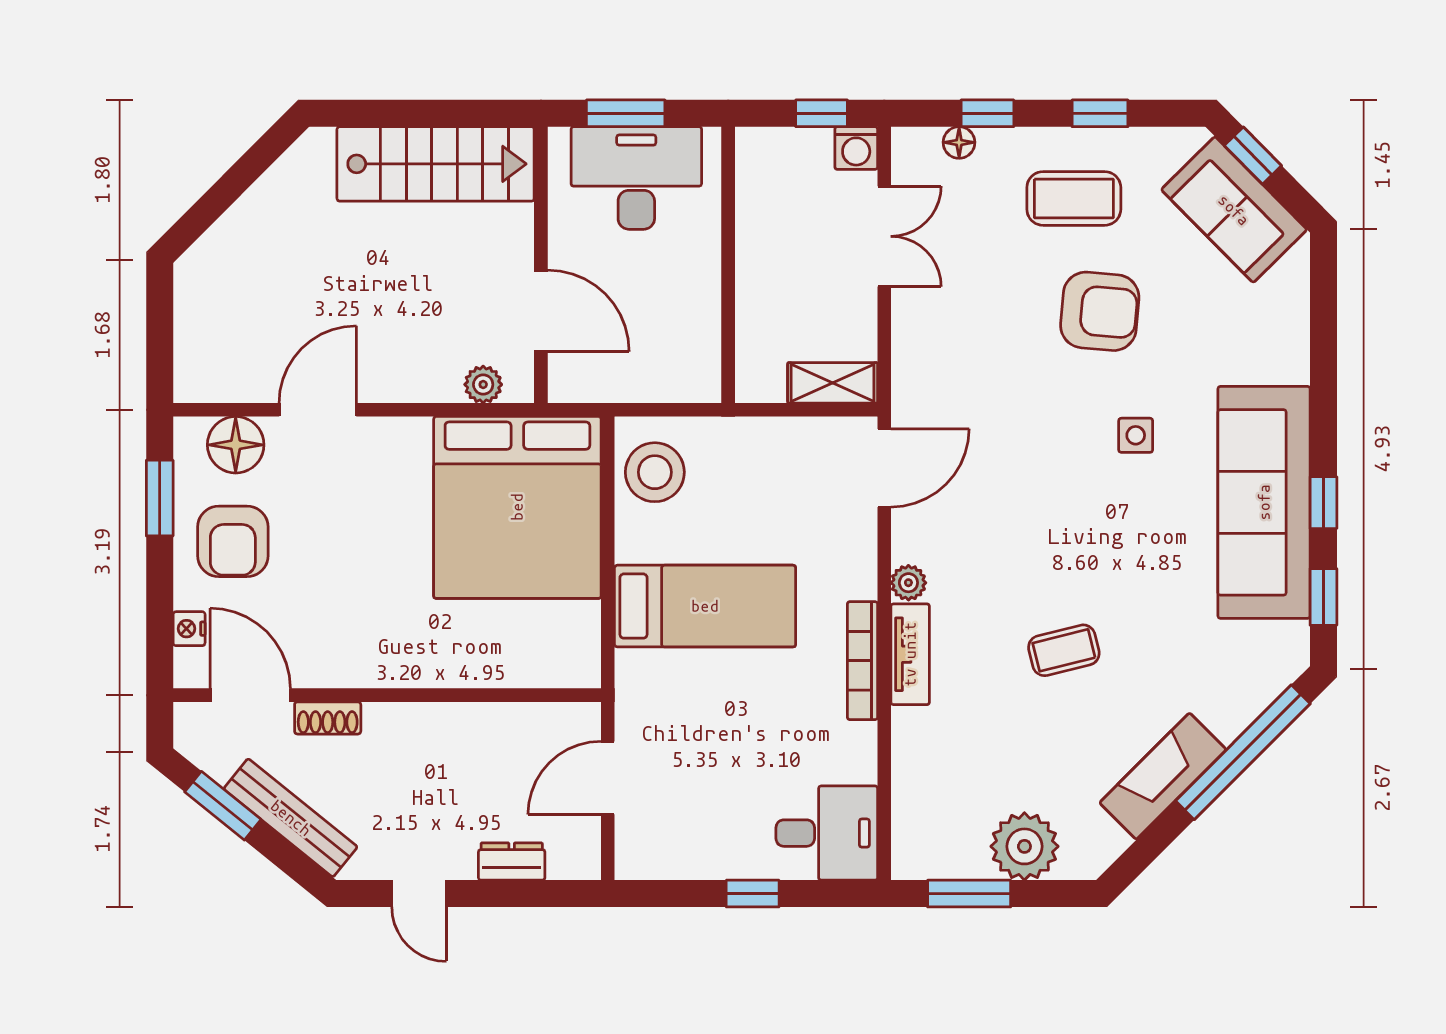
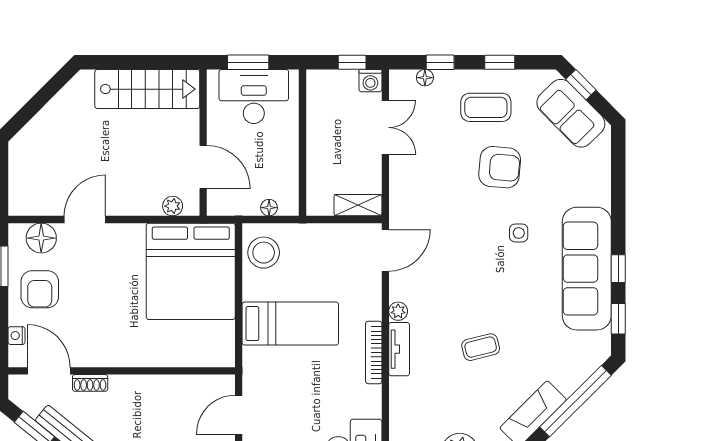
floor lamp: (665, 387) -> (269, 208), added

